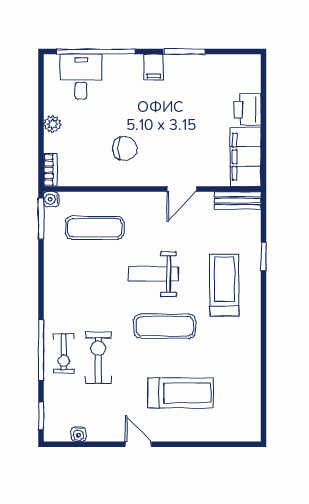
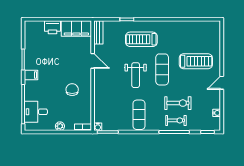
exercise mat: (95, 228) -> (139, 115), moved
exercise bike: (98, 357) -> (178, 103), turned 180
treadmill: (181, 393) -> (196, 61), turned 90

